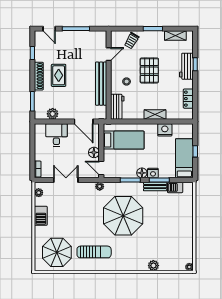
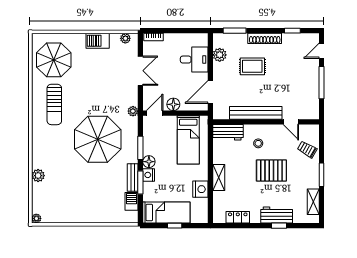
rug: (59, 75) -> (252, 66), moved

